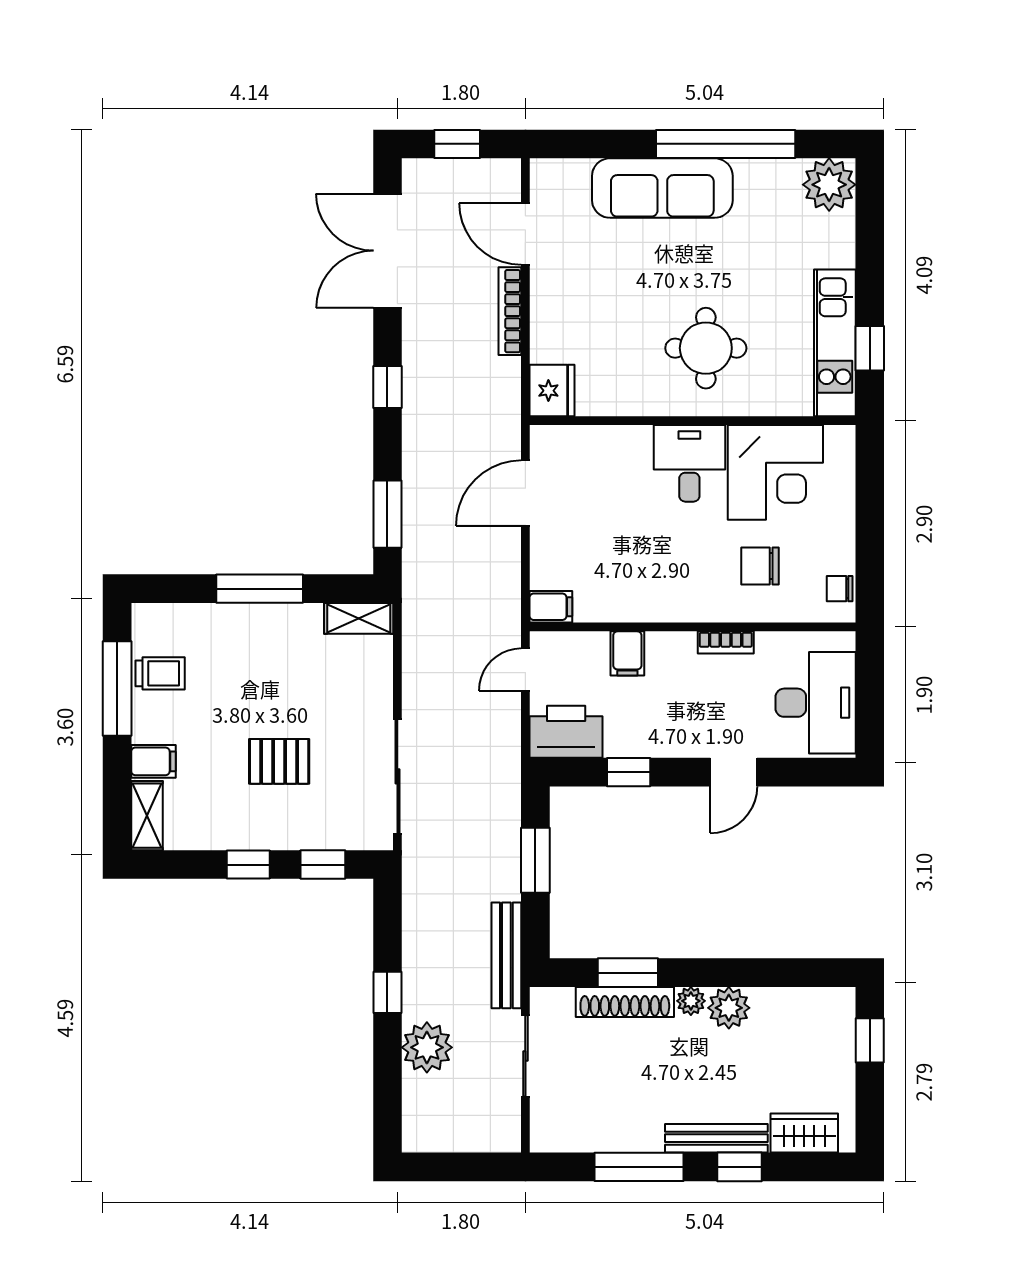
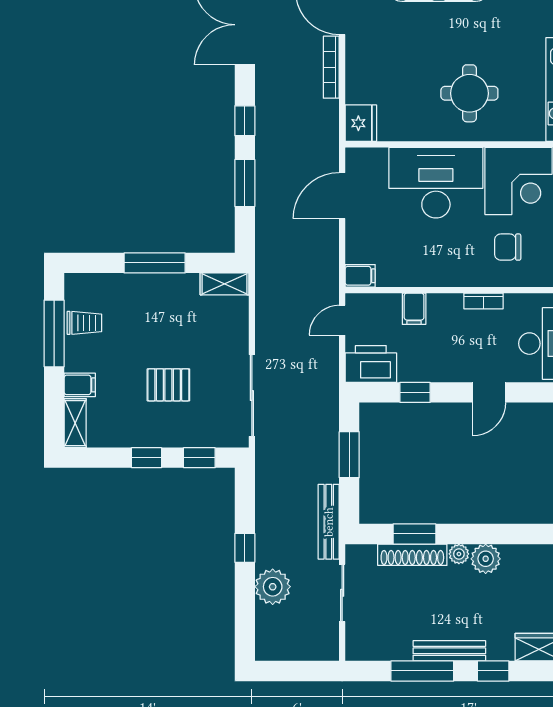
desk: (689, 463) -> (436, 183), width x1.87, depth x1.30
window: (387, 514) -> (245, 183), moved
bench: (716, 1138) -> (449, 651), moved

